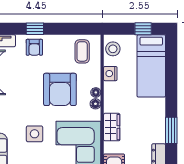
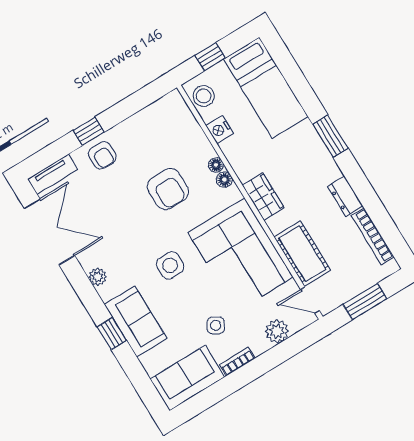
window: (143, 29) -> (210, 57), moved
coffee table: (82, 51) -> (166, 123), removed
armchair: (60, 89) -> (168, 189), width x0.73, depth x0.73
window: (171, 130) -> (330, 136), moved

